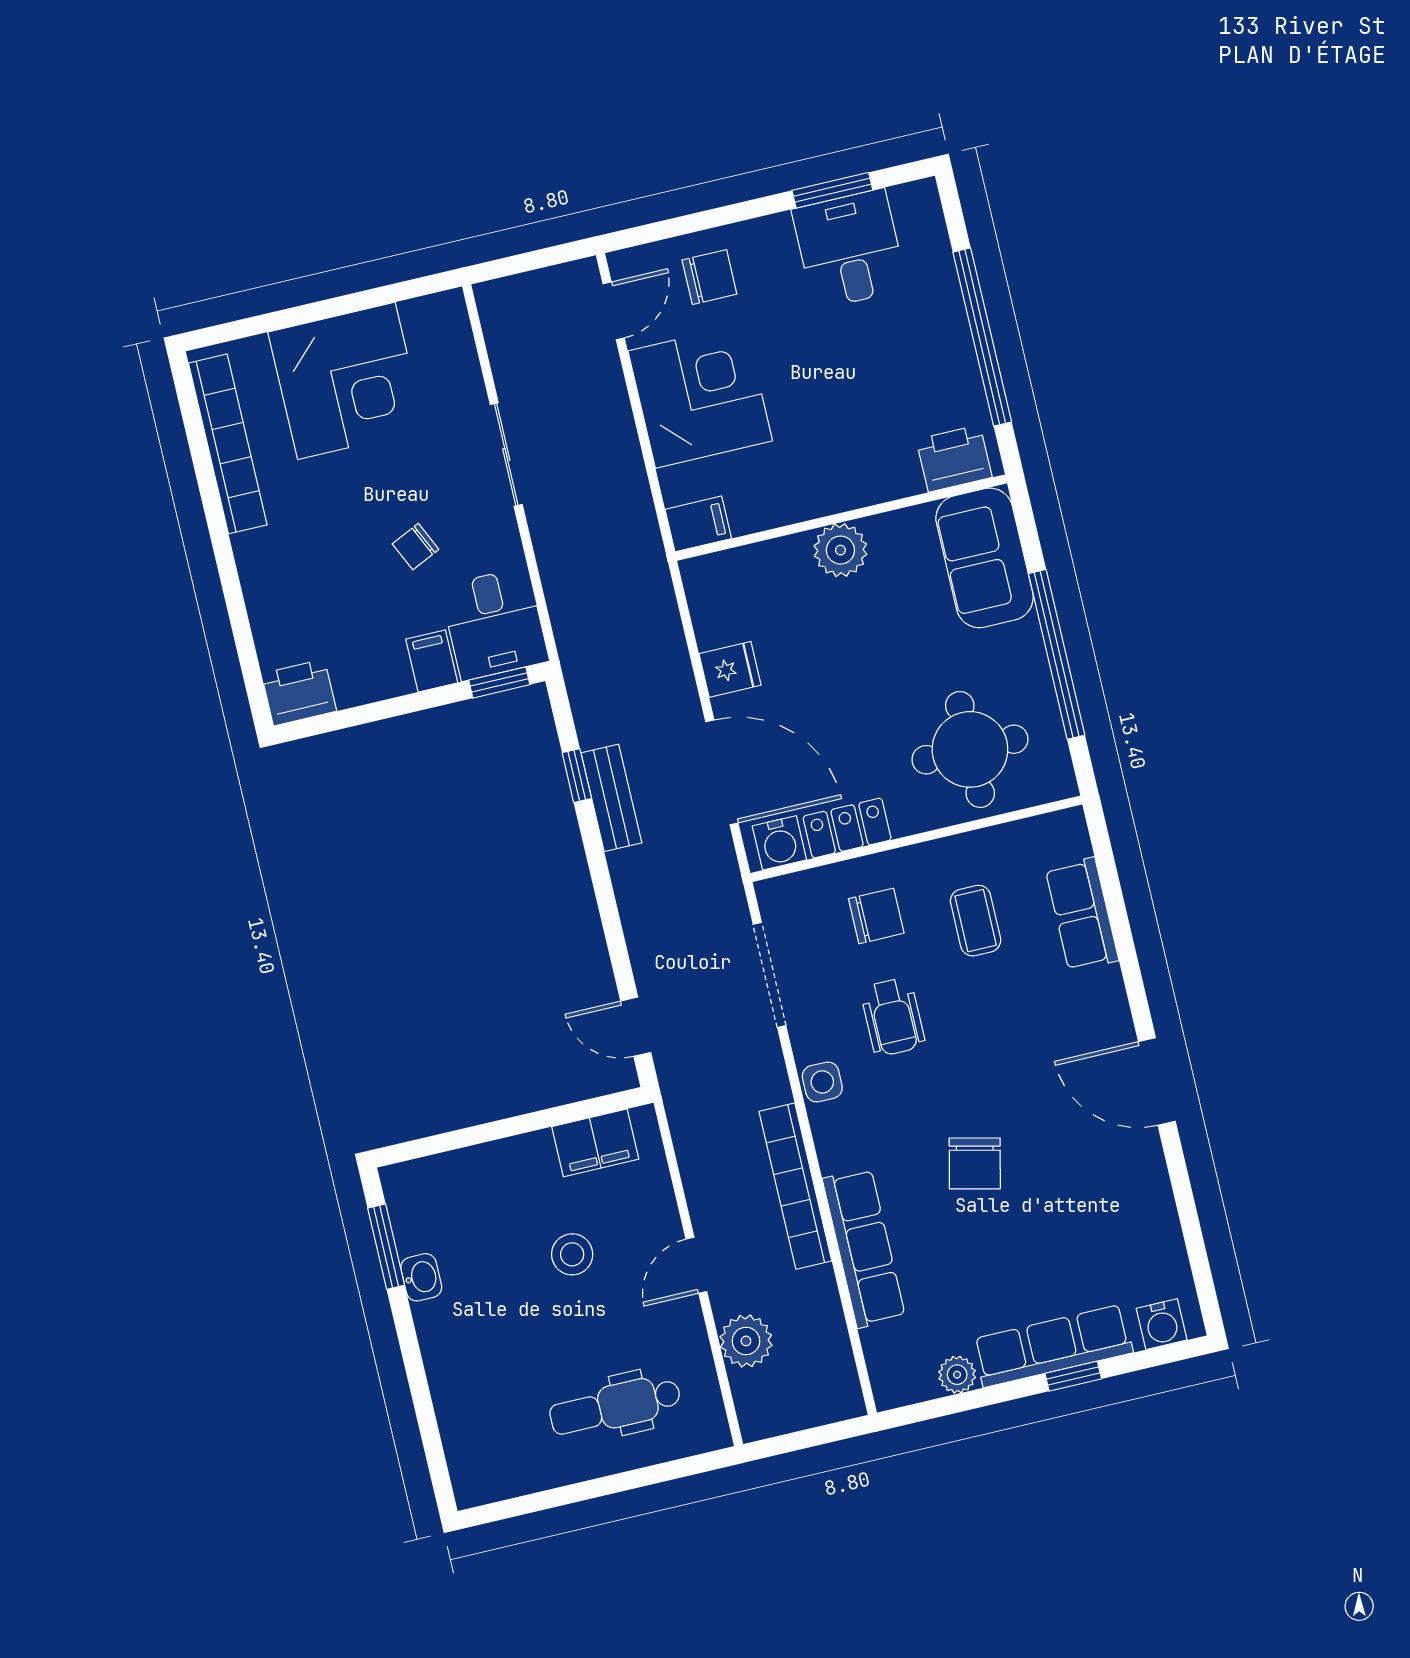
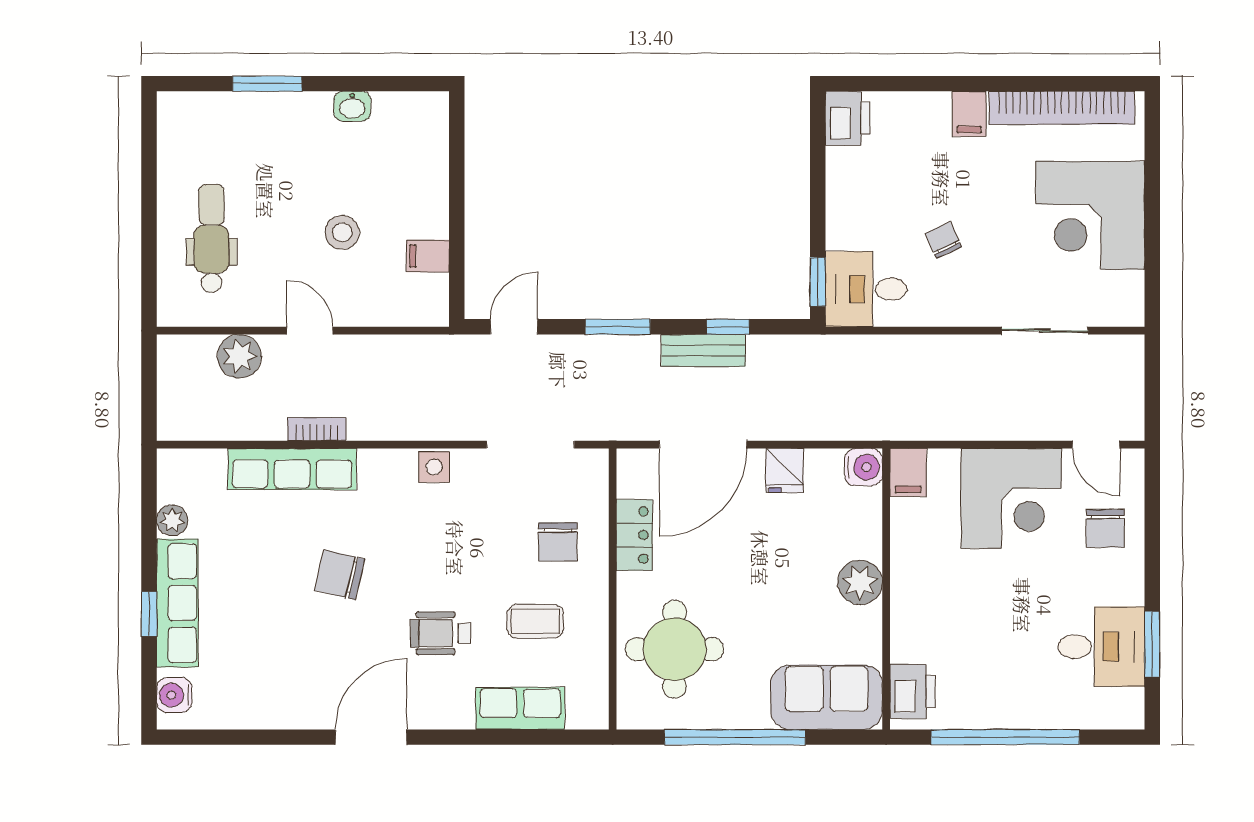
sliding door: (506, 454) -> (1045, 331), moved
filing cabinet: (432, 661) -> (969, 114), moved, turned 90
water cooler: (779, 843) -> (864, 467), moved, turned 180
window: (607, 905) -> (618, 327), added
wheelchair: (893, 1017) -> (440, 633), moved
filing cabinet: (595, 1143) -> (428, 256), width x0.50
bookcase: (795, 1186) -> (317, 429), width x0.43, depth x0.76
window: (386, 1247) -> (267, 84), moved

